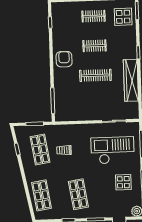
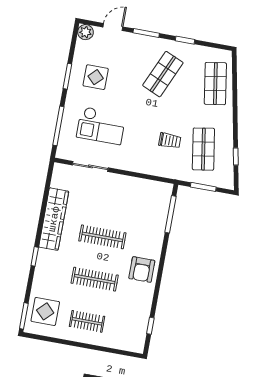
clothes rail: (95, 46) -> (95, 279), width x1.36
checkout: (113, 150) -> (101, 126), width x0.73, depth x0.83
shop shelf: (78, 194) -> (163, 74), turned 33

